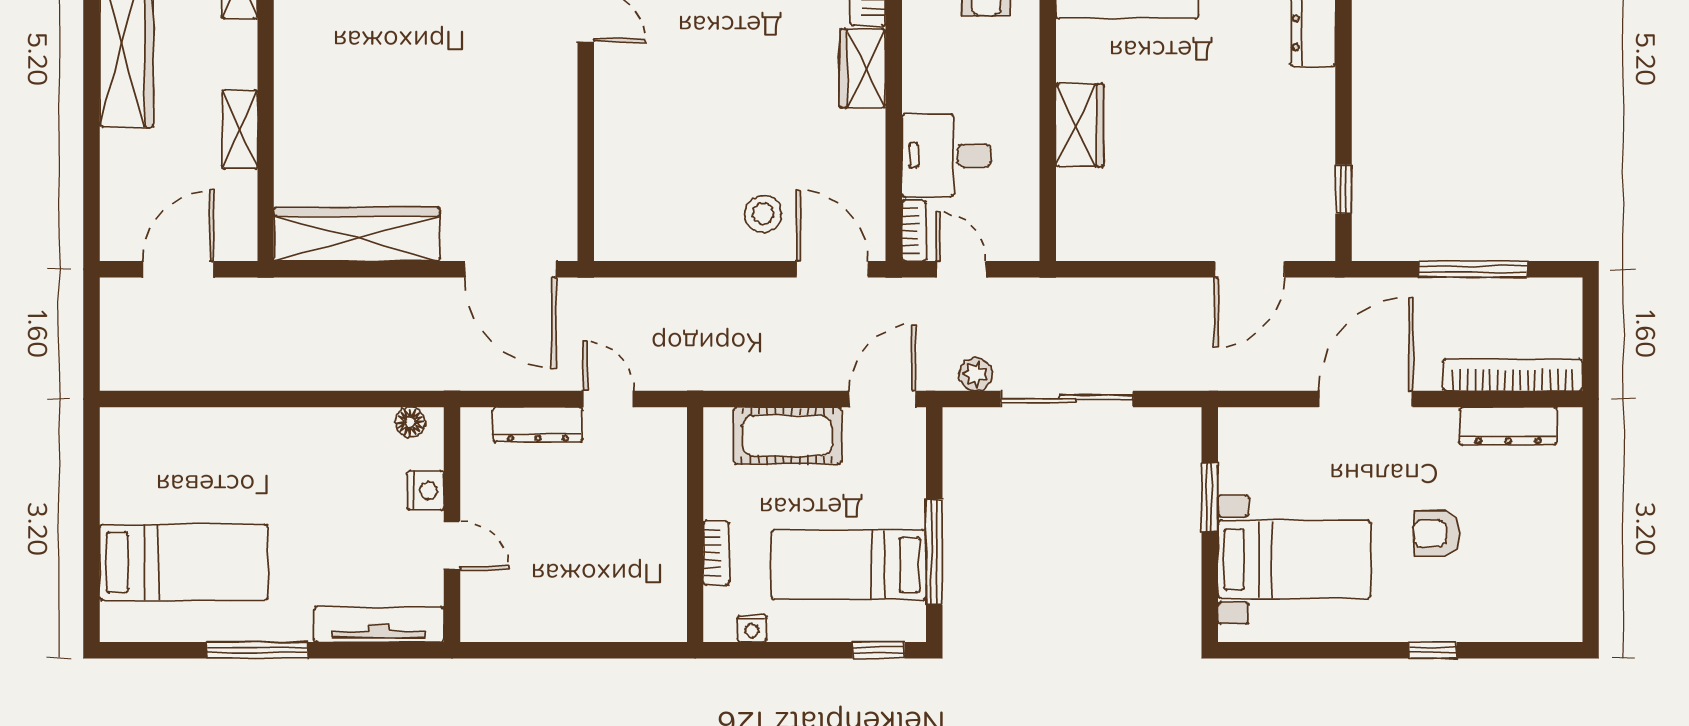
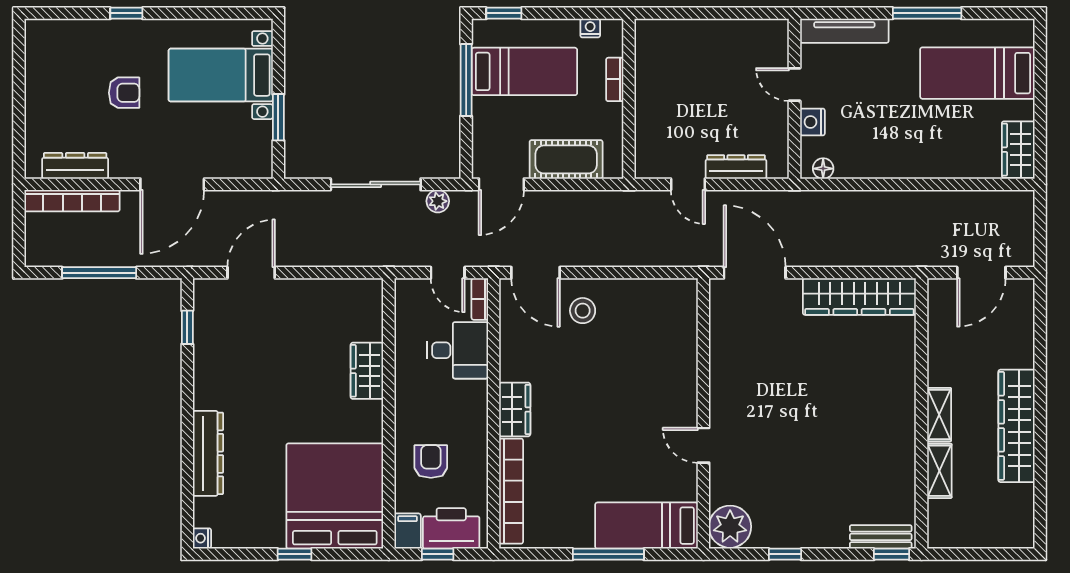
shelving: (240, 129) -> (939, 415), moved
wardrobe: (124, 450) -> (1018, 150), added

